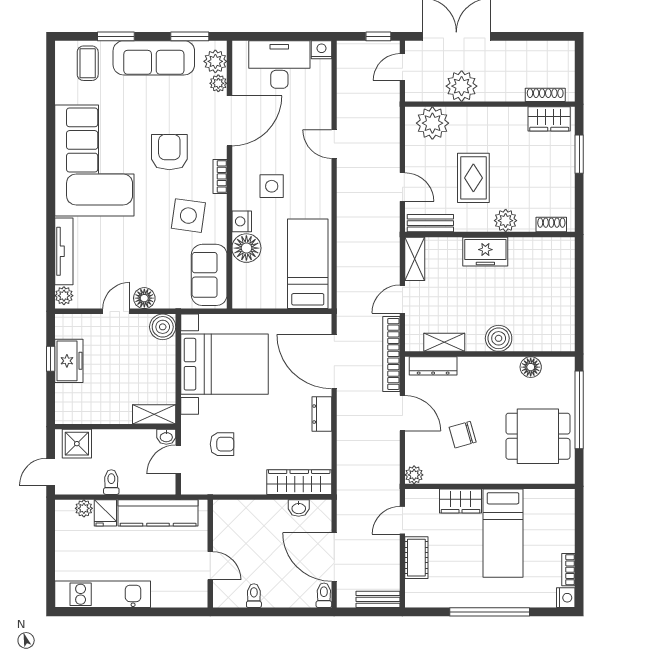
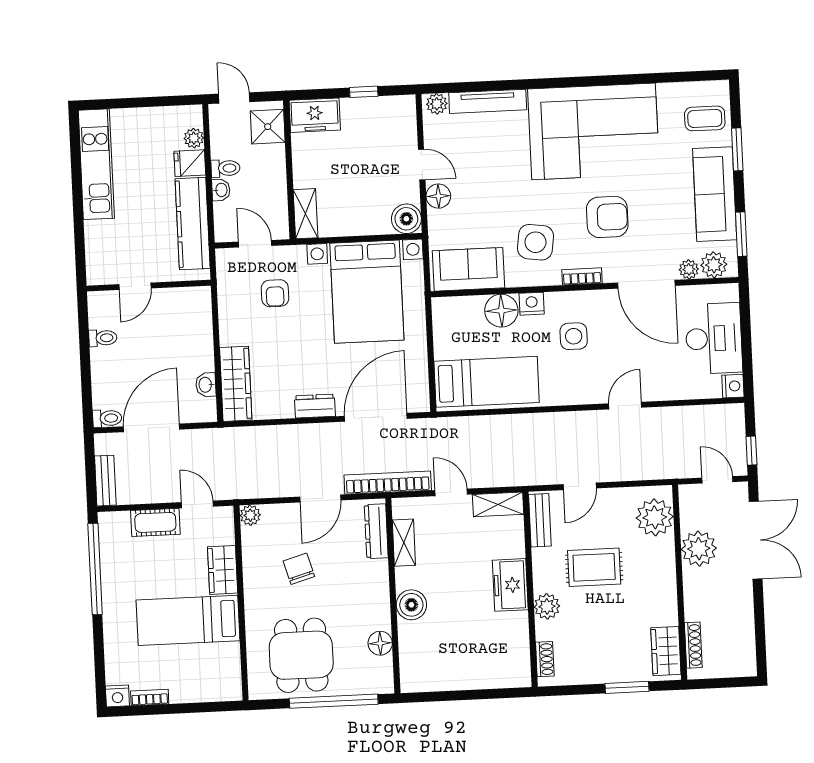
freezer: (69, 361) -> (315, 115), moved
washbasin: (166, 437) -> (221, 190), moved, turned 180
window: (490, 612) -> (95, 569), moved

